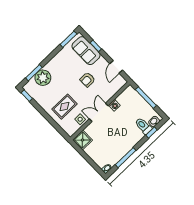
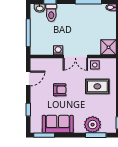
sofa: (86, 51) -> (58, 124), moved, turned -90

